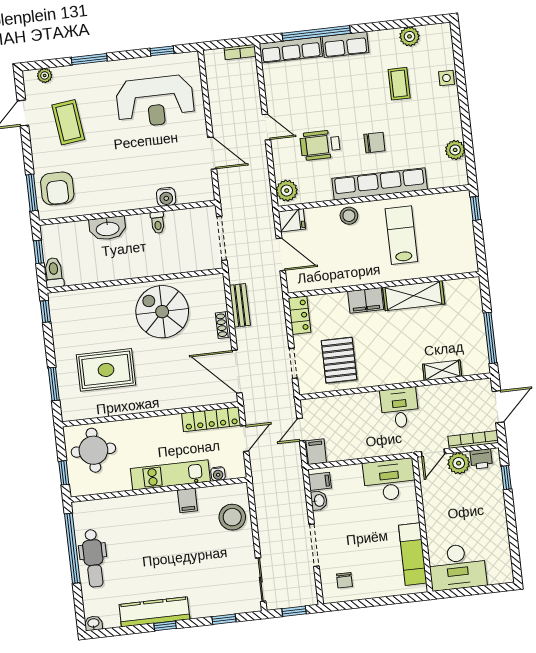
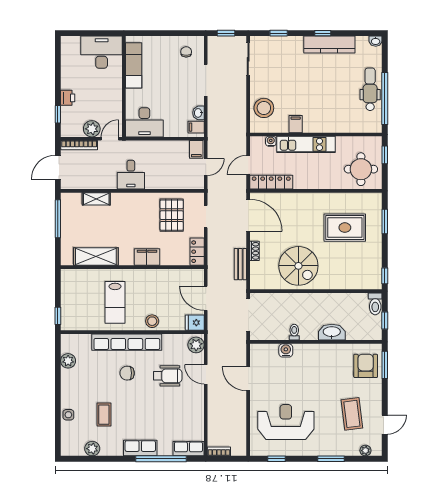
row of seats: (291, 50) -> (188, 449), width x0.68
door: (266, 127) -> (206, 374), moved
shelving: (414, 296) -> (96, 257), moved
printer: (481, 459) -> (68, 98), moved, turned 90

